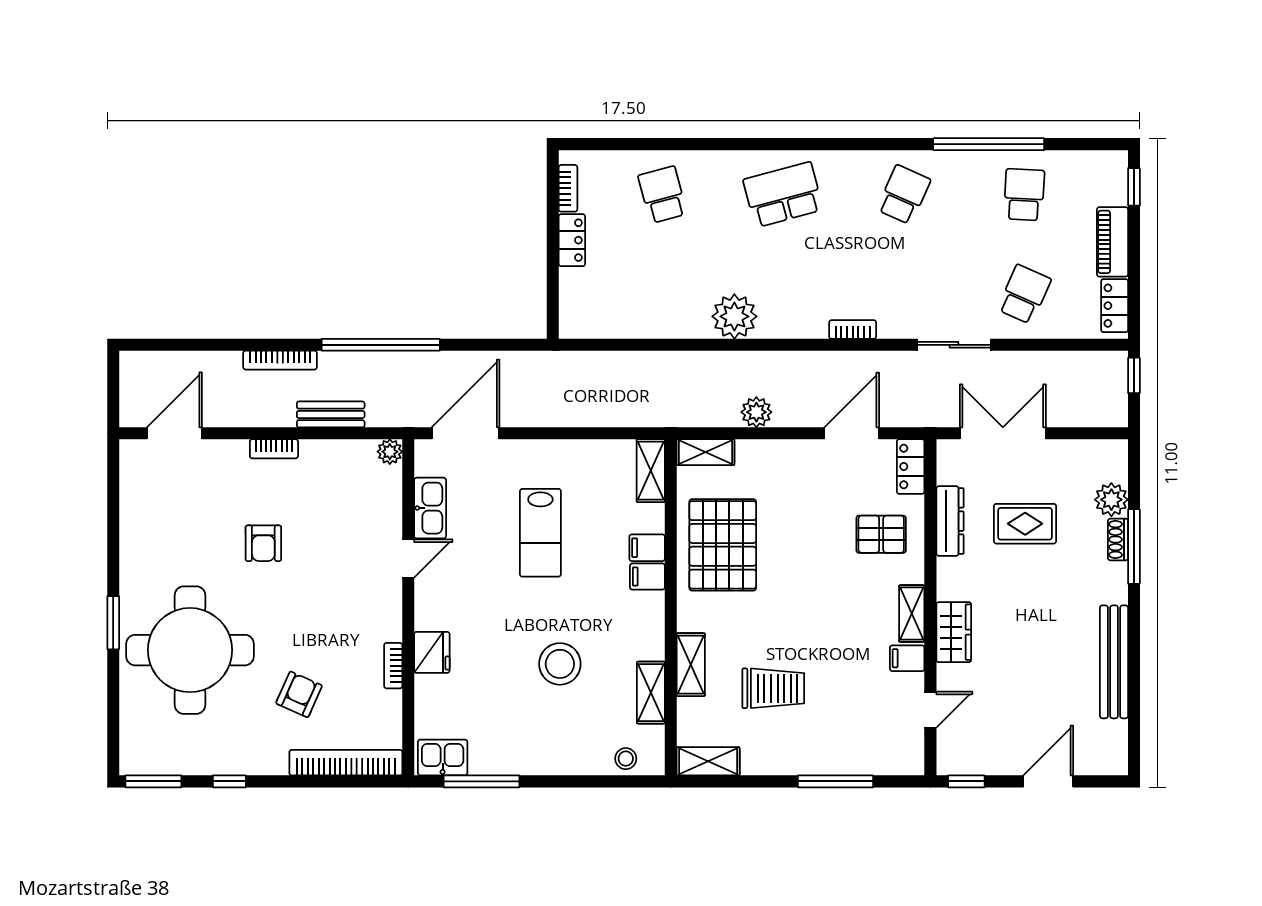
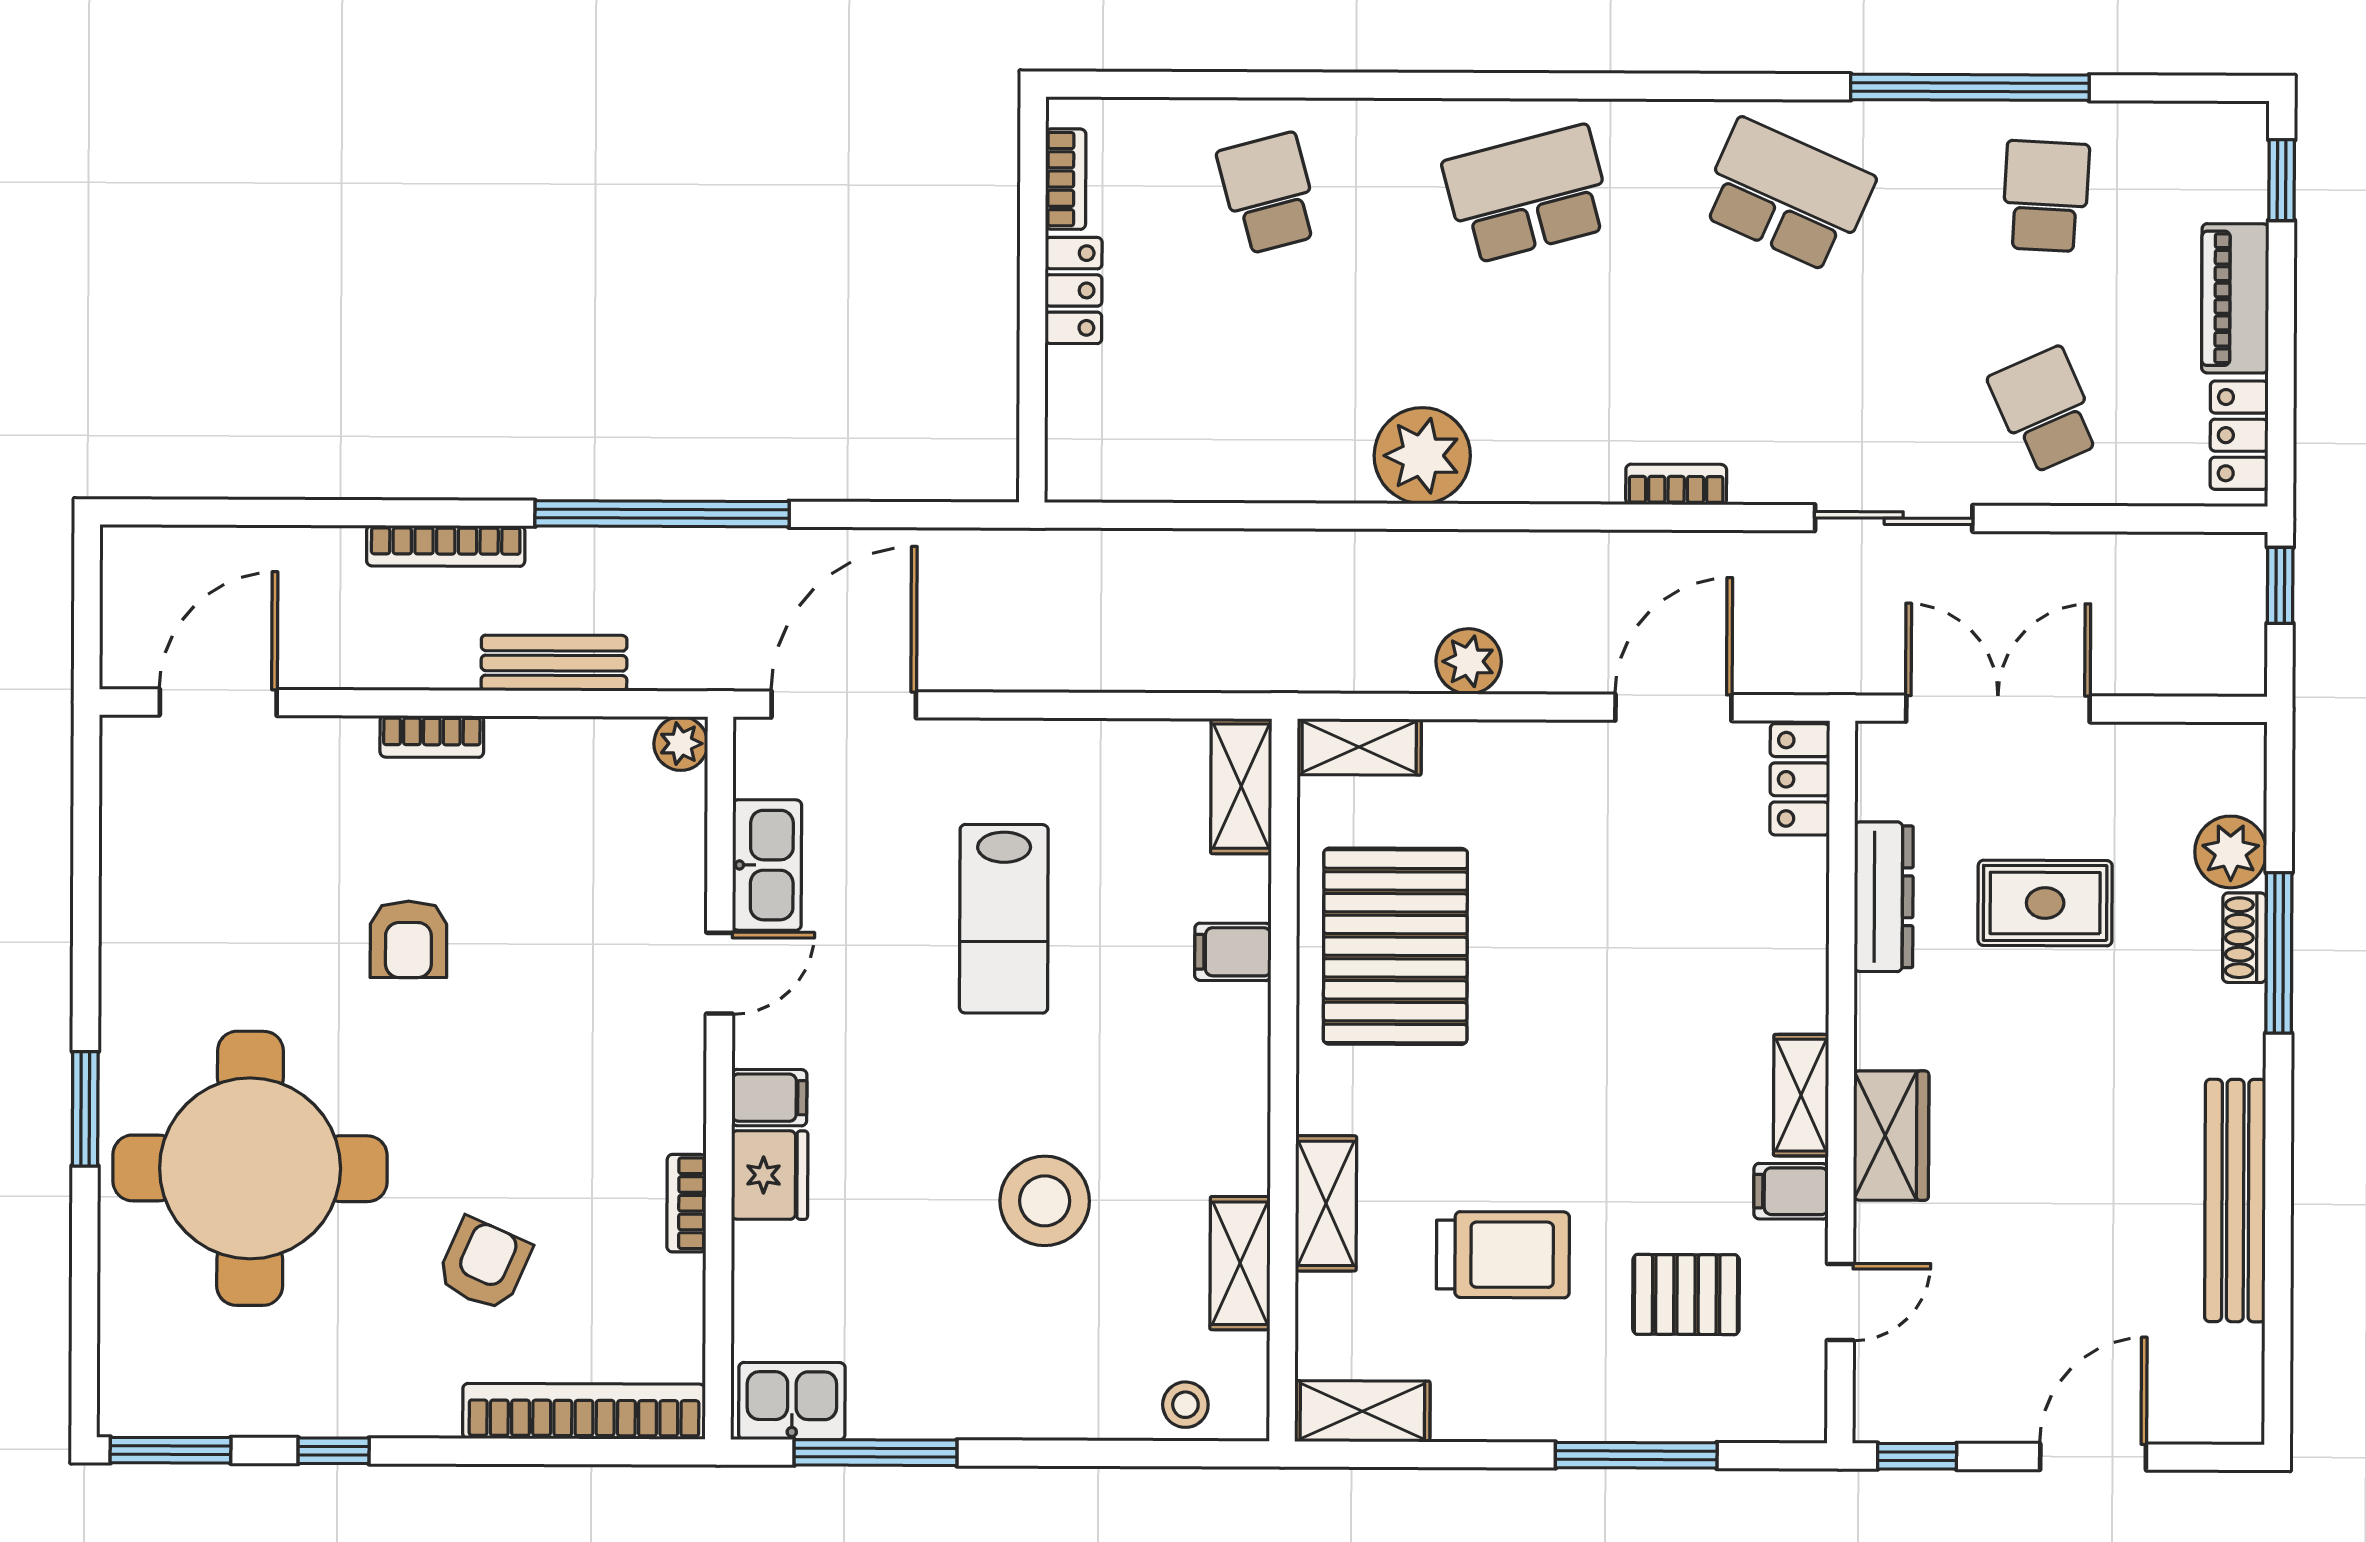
school desk: (904, 195) -> (1787, 195), width x1.85
school desk: (1024, 294) -> (2045, 410), turned -48
pallet: (881, 534) -> (1686, 1295), moved
filing cabinet: (647, 576) -> (769, 1098), moved, turned 180

